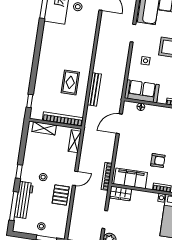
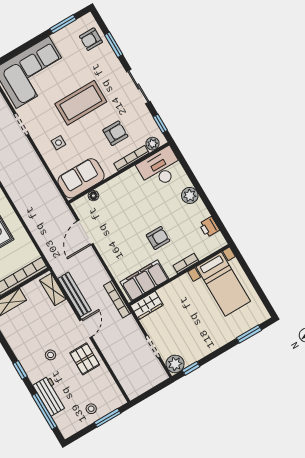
bench: (94, 89) -> (75, 294), moved
workbench: (24, 200) -> (50, 396), width x0.73

